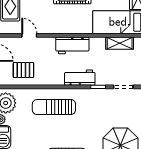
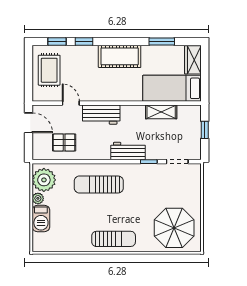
shelving: (120, 43) -> (161, 112), moved
workbench: (72, 45) -> (101, 115), moved

